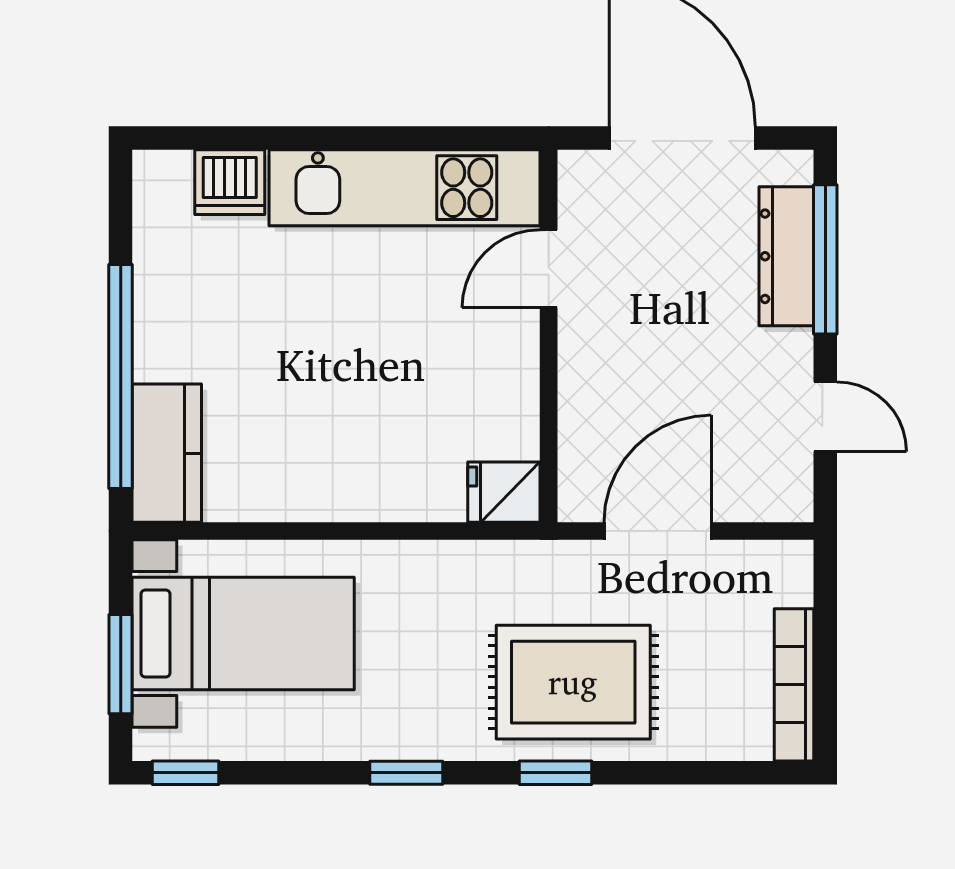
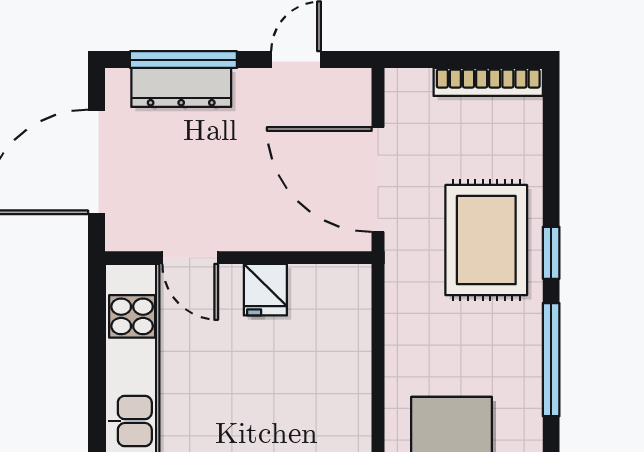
fridge: (504, 492) -> (265, 290), moved
door: (658, 531) -> (378, 180), width x1.36
window: (406, 773) -> (551, 360), width x2.17

